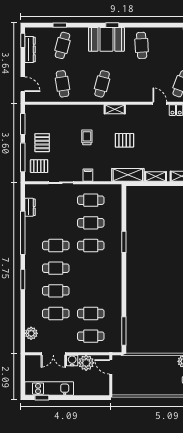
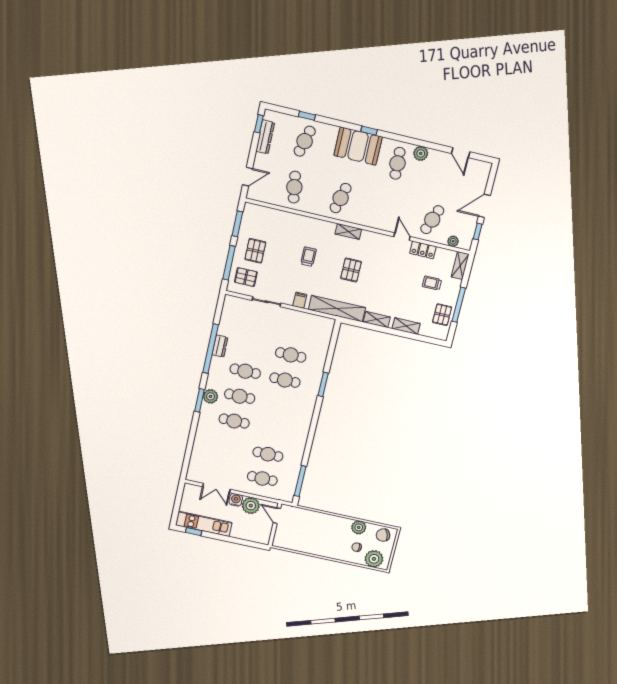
plant: (158, 33) -> (421, 153), added
door: (23, 84) -> (247, 177), hinge flipped
pallet: (124, 140) -> (351, 270), turned 90
shelving: (128, 175) -> (337, 309), width x1.47
cafe table: (91, 200) -> (297, 329), removed
dresser: (30, 207) -> (220, 346), moved
cafe table: (56, 313) -> (229, 446), removed
plant: (31, 333) -> (210, 396), moved

